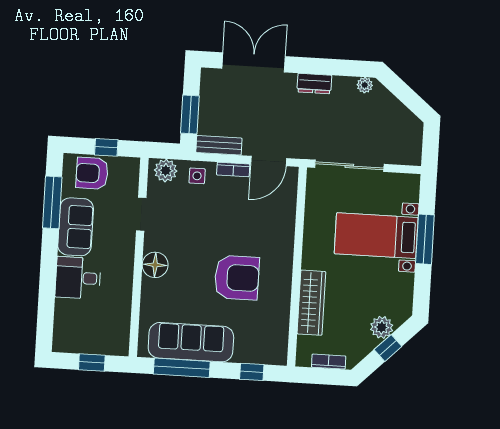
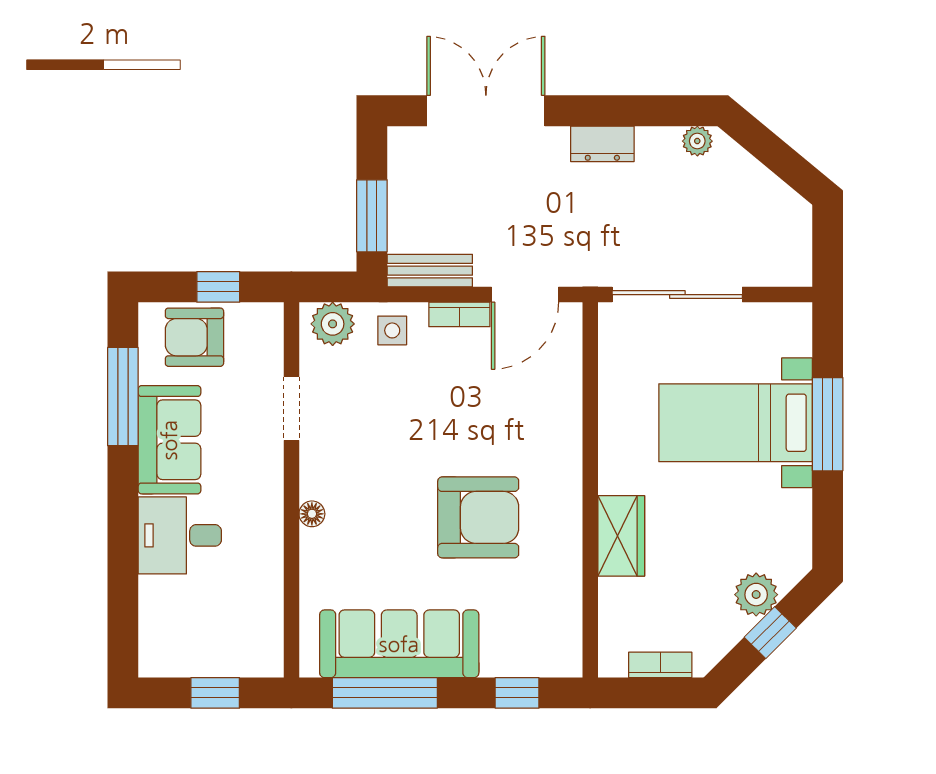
floor lamp: (155, 265) -> (312, 514), width x0.53, depth x0.53
wardrobe: (311, 303) -> (621, 536), width x0.67

